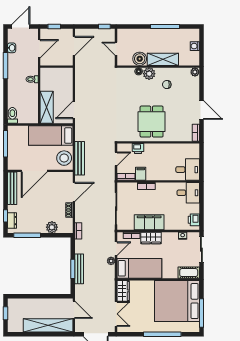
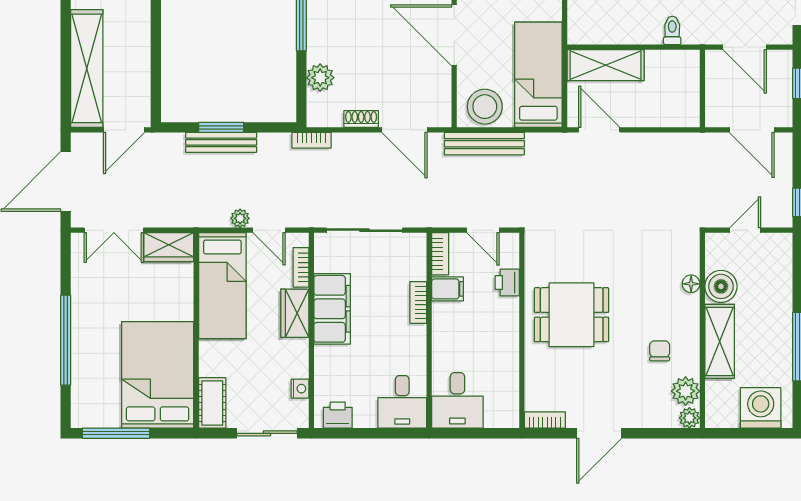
washing machine: (195, 46) -> (761, 408), width x1.89, depth x1.89
plant: (149, 74) -> (686, 391), moved
bed: (177, 301) -> (158, 375), width x0.73

